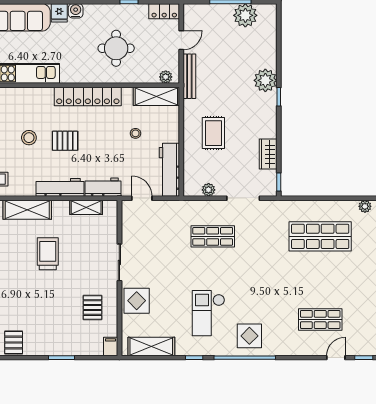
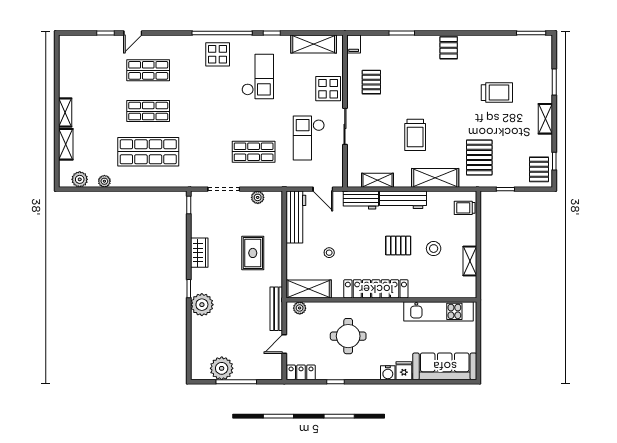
wardrobe: (268, 154) -> (199, 253), moved
checkout: (156, 250) -> (309, 138), added
shop shelf: (320, 278) -> (148, 111), added

